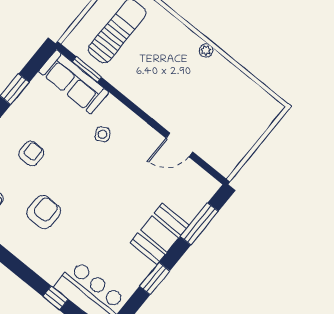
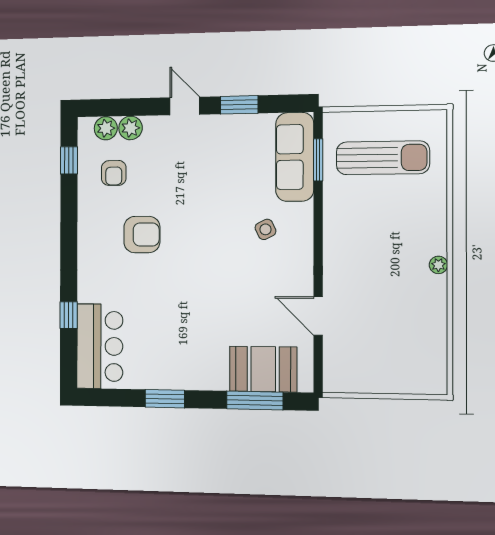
armchair: (31, 153) -> (189, 174), removed
booth: (160, 234) -> (263, 369), moved

